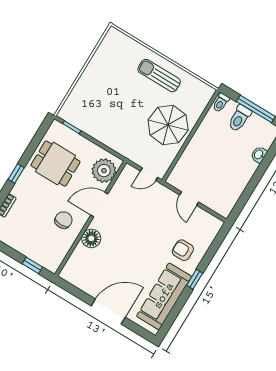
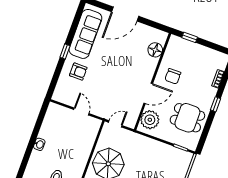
washbasin: (259, 155) -> (39, 144), moved
floor lamp: (91, 238) -> (155, 50), moved

